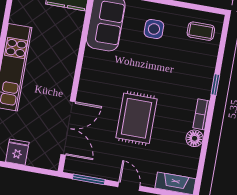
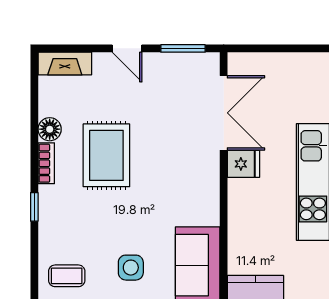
rug: (136, 118) -> (106, 155), moved
double door: (68, 128) -> (224, 113), swing flipped
fridge: (17, 152) -> (243, 164), moved, turned -90

